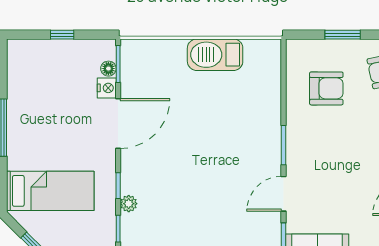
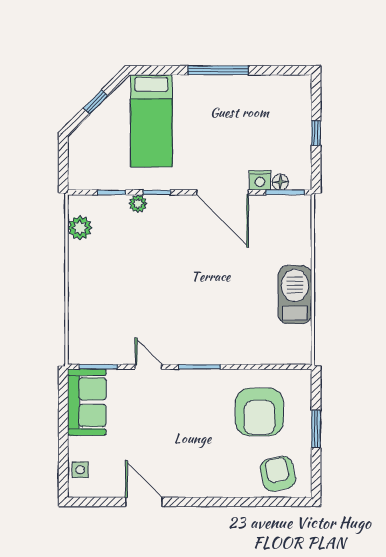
armchair: (326, 88) -> (259, 412), width x1.36, depth x1.36
door: (284, 194) -> (148, 367), width x0.73

